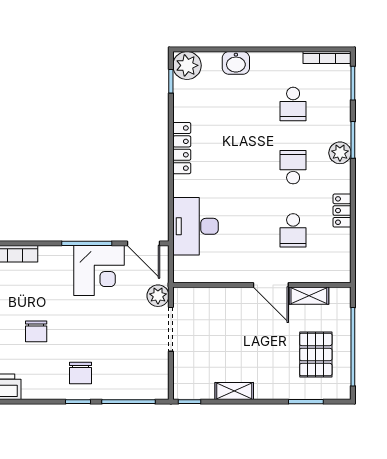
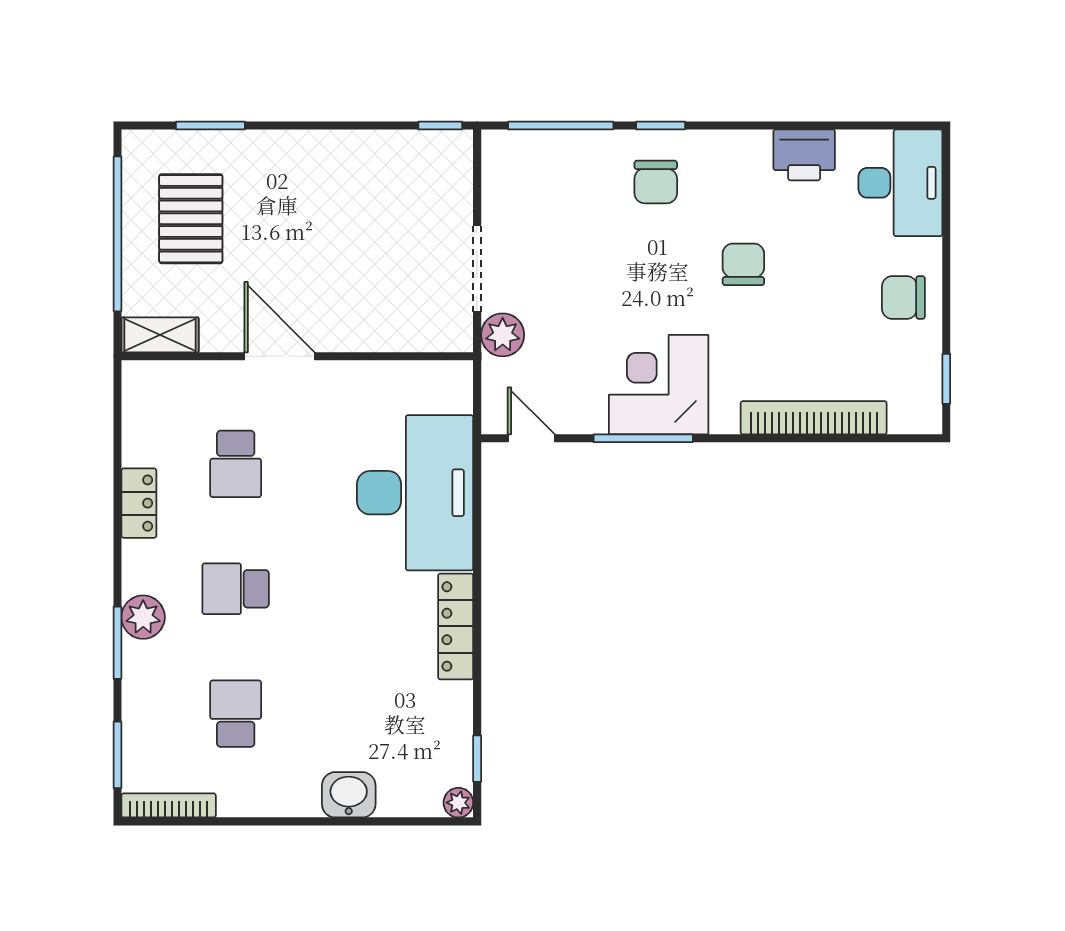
plant: (187, 65) -> (458, 803), width x0.53, depth x0.53
school desk: (293, 167) -> (236, 589), turned 90
desk: (196, 226) -> (415, 493), width x1.36, depth x1.30
school desk: (293, 230) -> (236, 464), turned 180
door: (144, 243) -> (531, 438), width x0.73
corner desk: (99, 270) -> (659, 385), moved
shelving: (309, 296) -> (160, 335), moved
chair: (80, 373) -> (656, 182), turned 180
shelving: (234, 391) -> (352, 146), removed

